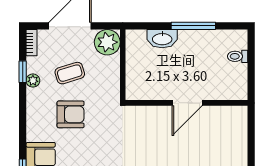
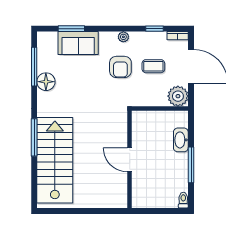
toilet: (238, 56) -> (183, 200), moved
coffee table: (70, 73) -> (153, 66), turned -73
plant: (33, 81) -> (123, 37), moved

